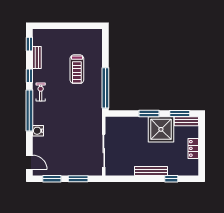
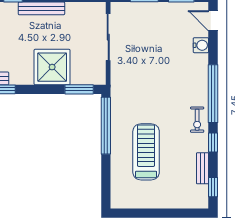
treadmill: (77, 69) -> (146, 152), width x1.37, depth x1.38
window: (149, 113) -> (79, 89), moved
shower: (161, 129) -> (52, 67), moved
water cooler: (38, 131) -> (201, 45), moved

